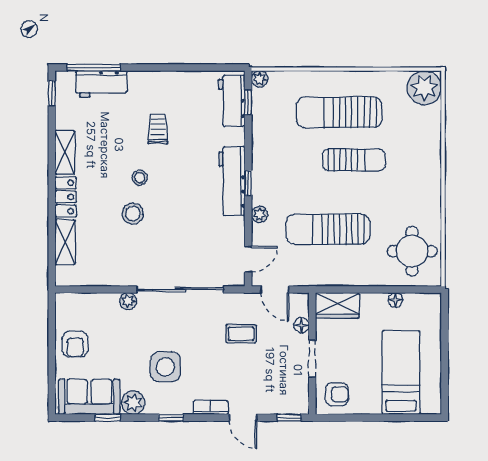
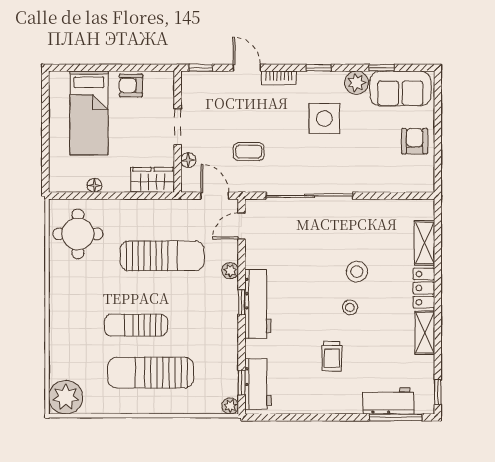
sun lounger: (339, 112) -> (151, 373), turned 180
plant: (128, 301) -> (362, 184), removed
armchair: (337, 394) -> (131, 85), moved

